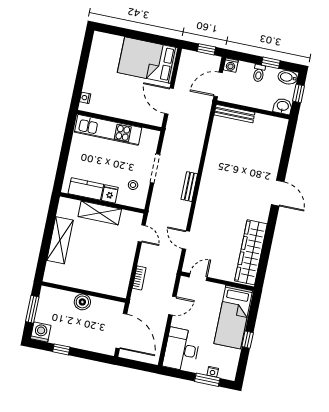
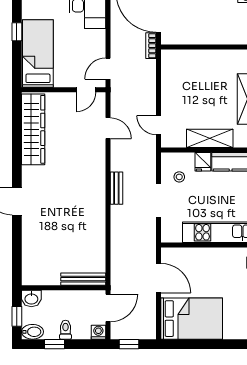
bookcase: (139, 278) -> (151, 46), moved
boiler: (82, 302) -> (209, 36), removed
door: (172, 306) -> (108, 69), moved

